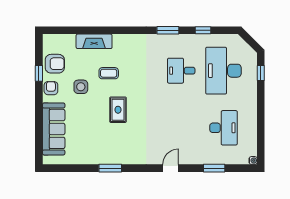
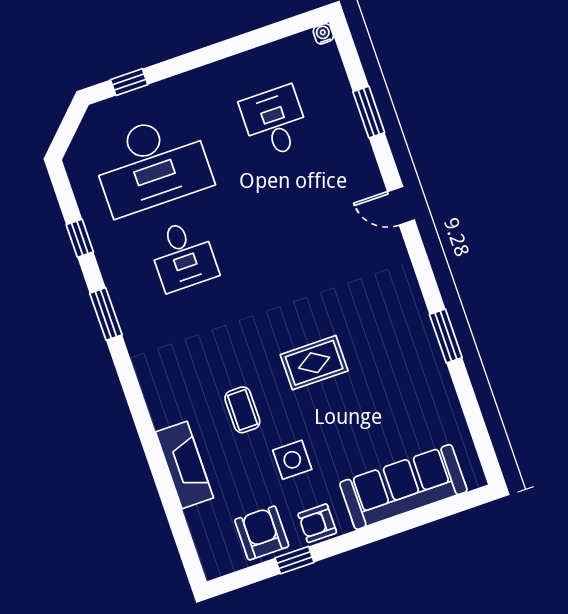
desk: (224, 128) -> (275, 122), width x0.73

